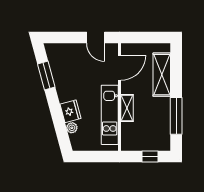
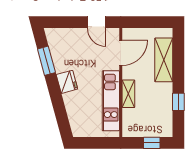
fridge: (70, 111) -> (67, 82), moved
window: (176, 116) -> (178, 102), width x0.46
plant: (72, 128) -> (72, 114), removed

